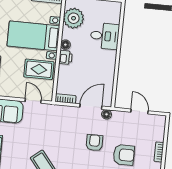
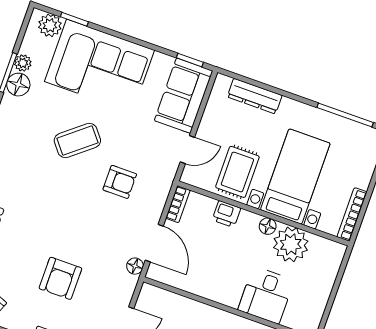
plant: (74, 18) -> (291, 244), moved
printer: (65, 57) -> (226, 214), moved
armchair: (94, 143) -> (120, 182), moved

